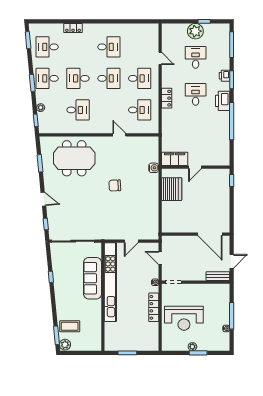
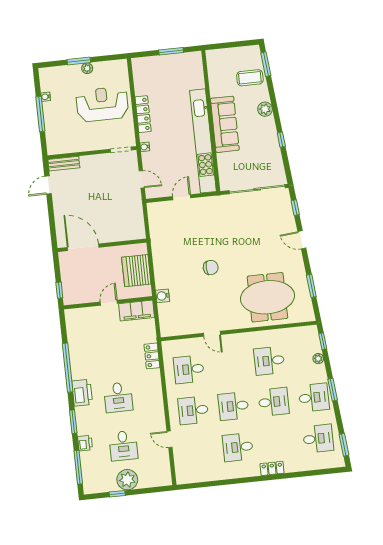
locker: (73, 28) -> (272, 468), moved
printer: (224, 76) -> (85, 443), moved
locker: (167, 98) -> (152, 356), moved
wall: (196, 234) -> (102, 245), moved
door: (210, 234) -> (83, 247), moved
sofa: (93, 278) -> (225, 124), moved
plant: (65, 345) -> (265, 109), moved

